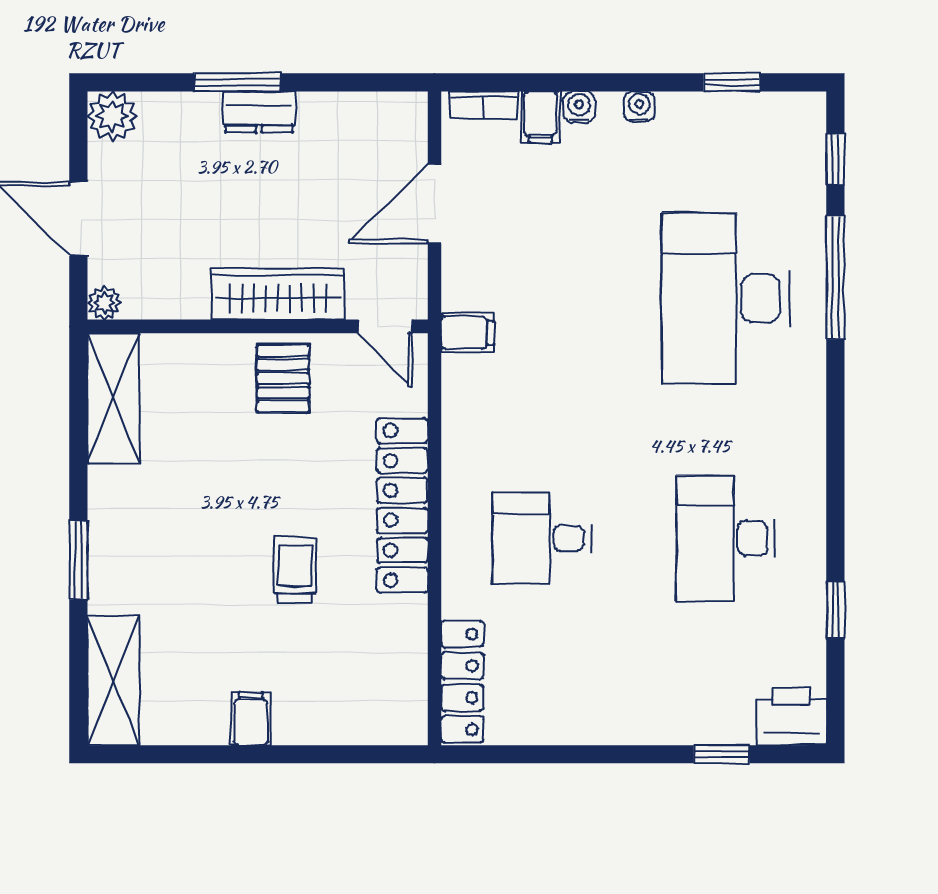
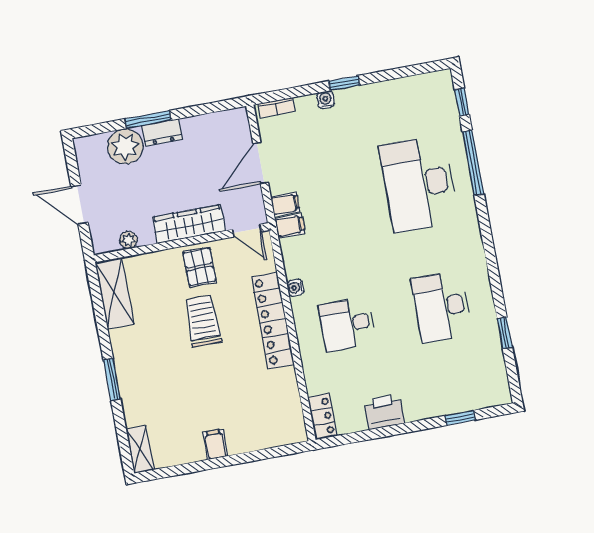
window: (732, 82) -> (344, 83), moved
water cooler: (639, 107) -> (295, 288), moved, turned -90
plant: (112, 116) -> (125, 146), moved, width x1.36, depth x1.36
filing cabinet: (540, 117) -> (285, 204), moved, turned -90
plant: (104, 303) -> (128, 240), moved
trolley: (295, 570) -> (203, 321), moved, width x1.36, depth x1.39
shelving: (113, 681) -> (140, 450), width x0.67, depth x0.75
locker: (462, 682) -> (322, 417), width x0.66
printer: (792, 716) -> (384, 412), moved

